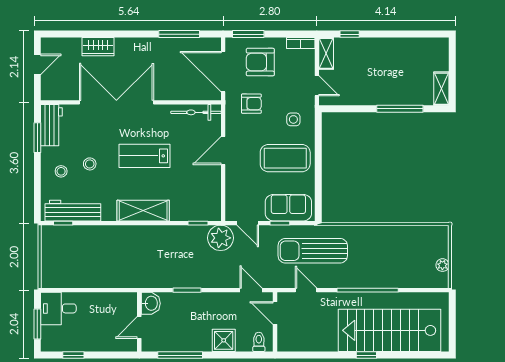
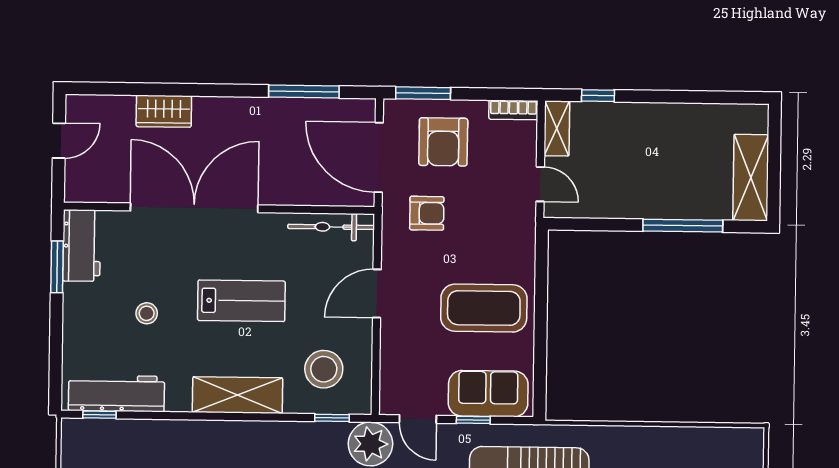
armchair: (260, 62) -> (443, 142), turned -90
shelving: (441, 89) -> (751, 178), width x1.50, depth x1.33
side table: (293, 119) -> (499, 242), removed
lab bench: (145, 156) -> (241, 301), turned 180
stool: (61, 171) -> (324, 369), moved, width x1.89, depth x1.89

